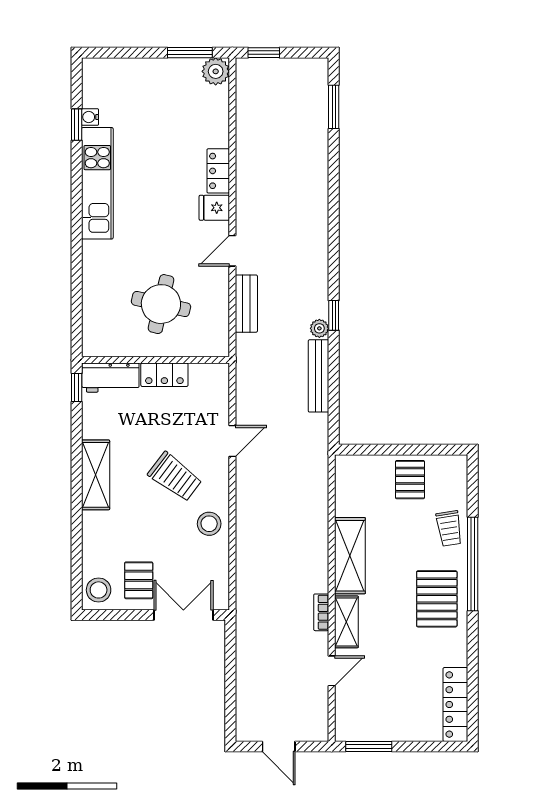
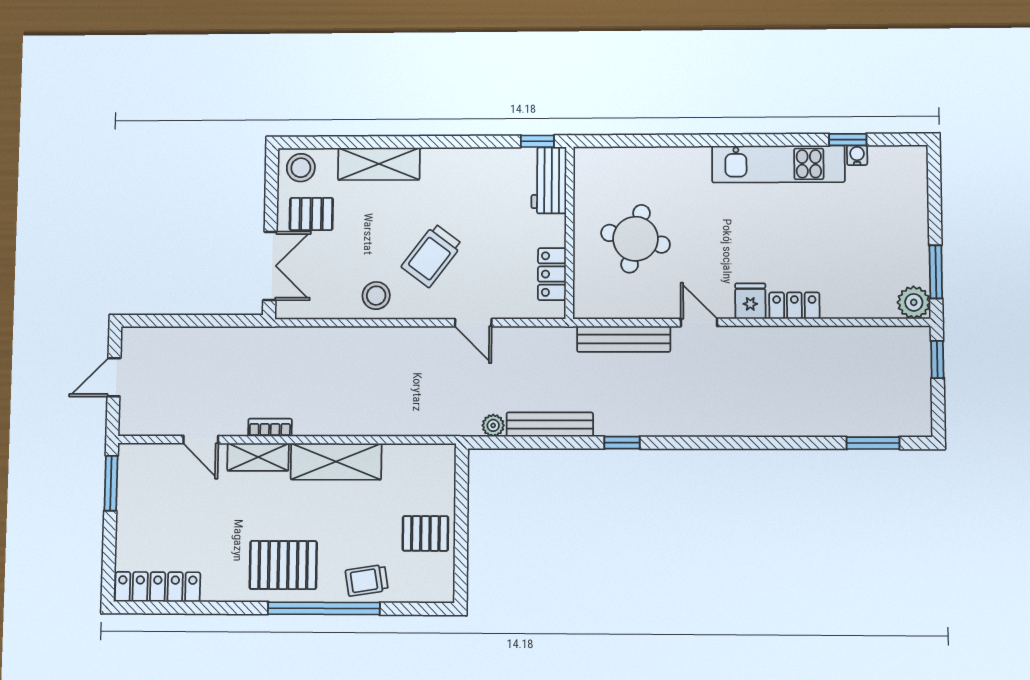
bench: (246, 304) -> (624, 339), width x1.36
plant: (319, 328) -> (493, 425), moved
locker: (164, 375) -> (552, 274), moved
shelving: (96, 475) -> (379, 164), moved

